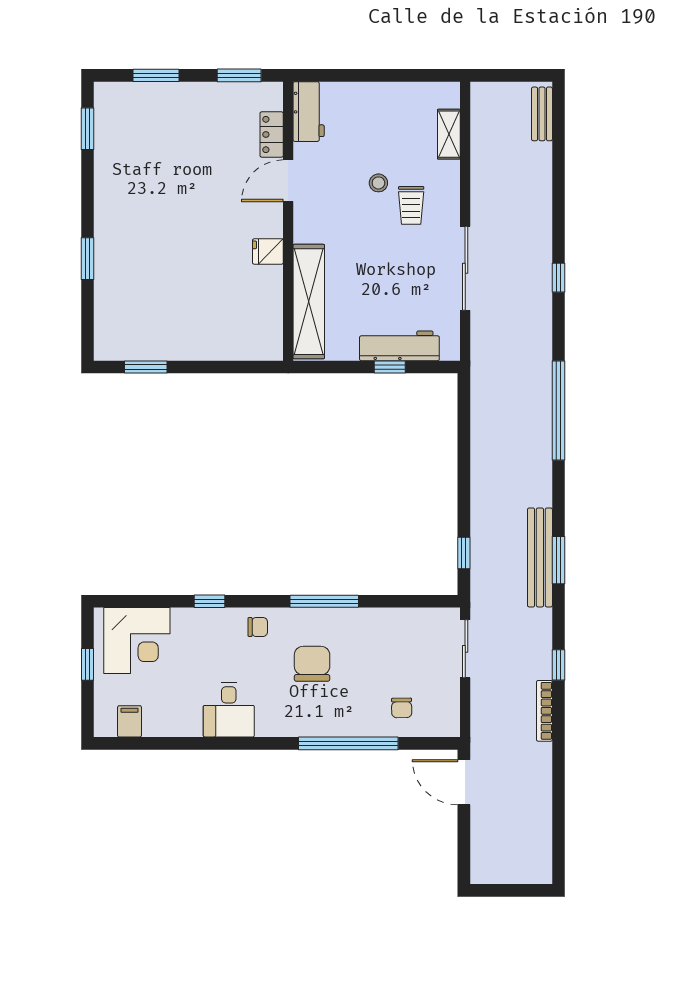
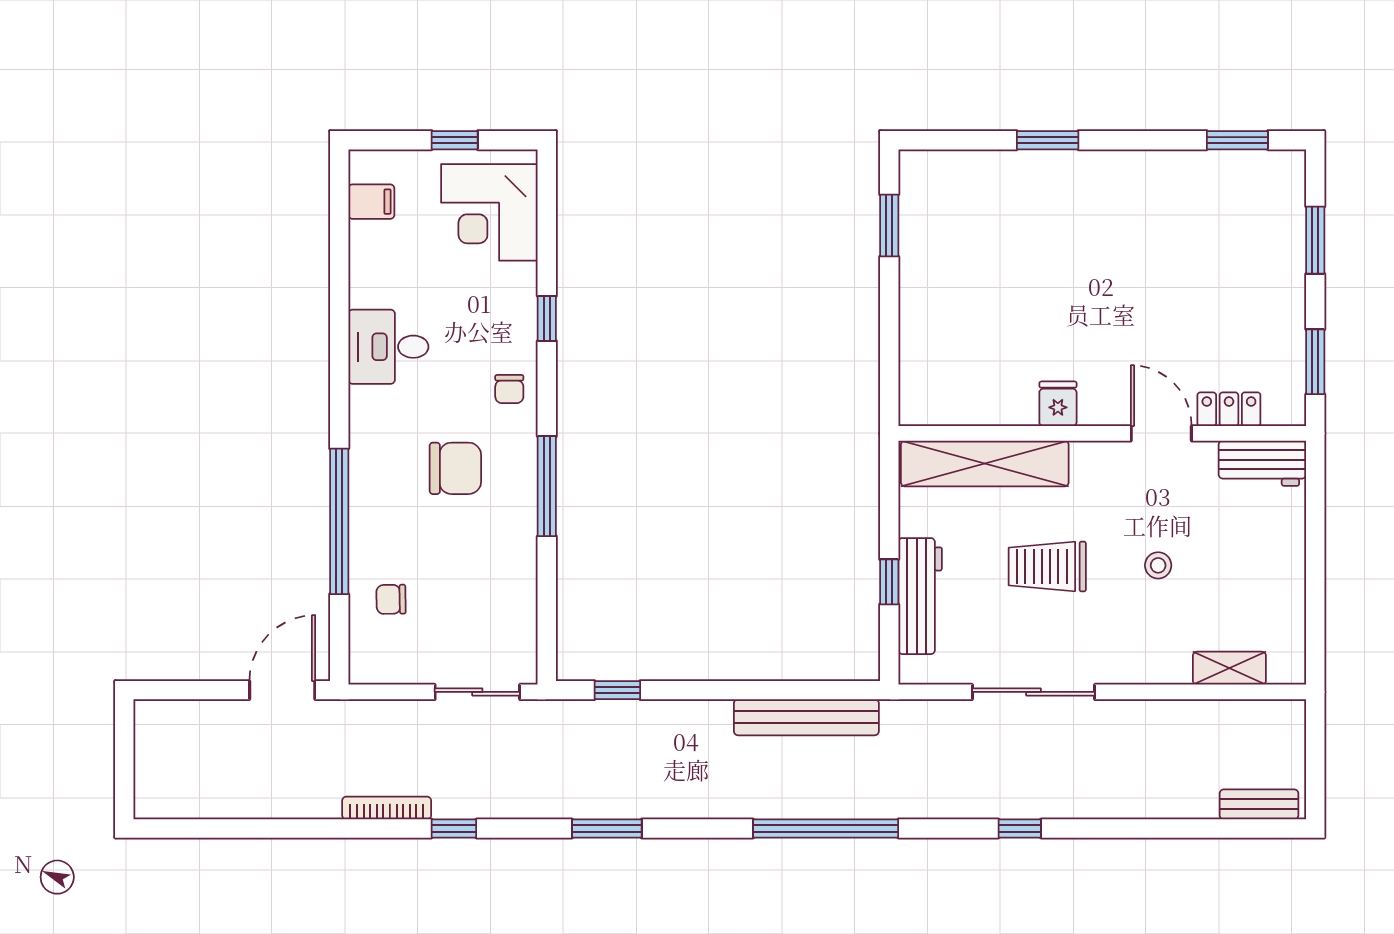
trolley: (411, 205) -> (1047, 566), moved, width x1.36, depth x1.39
bench: (540, 557) -> (806, 717), moved

